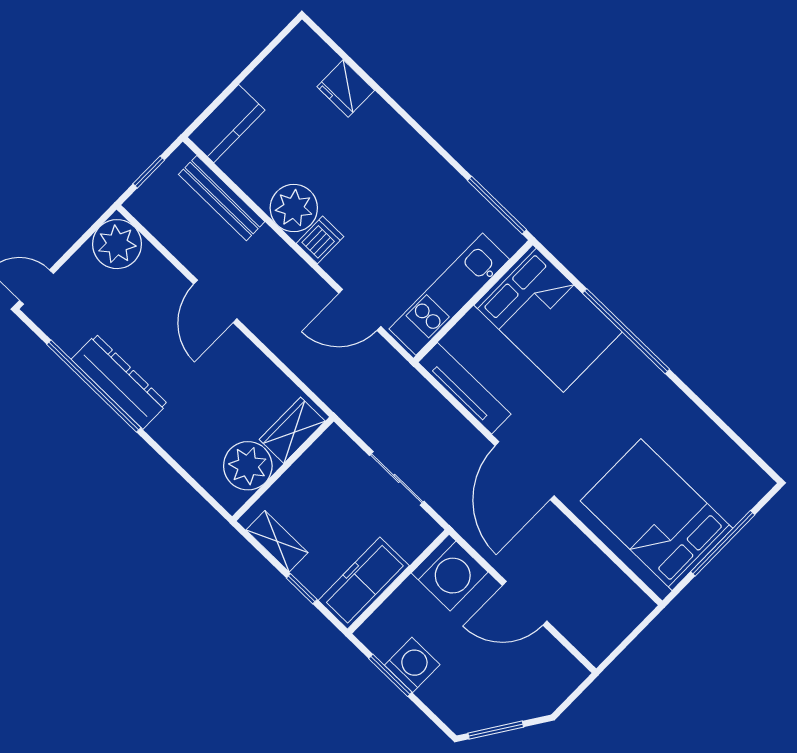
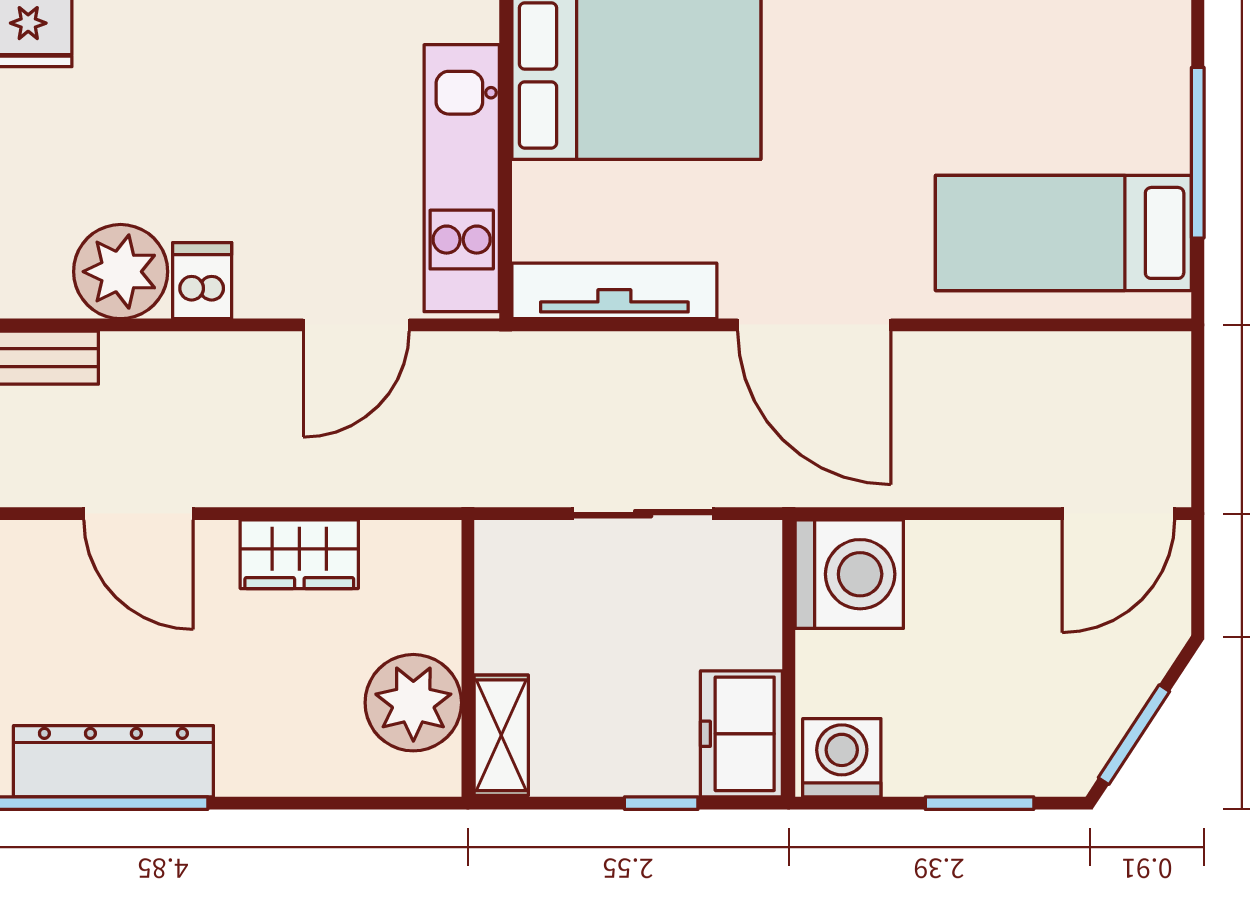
wardrobe: (292, 430) -> (299, 554), moved, turned -90
bed: (656, 515) -> (1063, 233), width x0.67
shelving: (277, 541) -> (501, 735), moved, turned 90
freezer: (364, 583) -> (741, 734), width x0.71
door: (525, 603) -> (1118, 514), moved
washing machine: (412, 665) -> (842, 758), moved
window: (390, 675) -> (980, 803), moved

